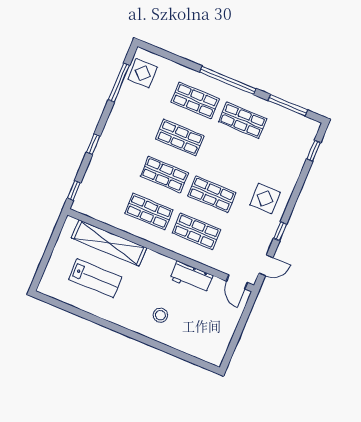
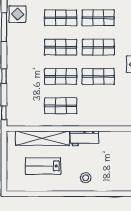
shop shelf: (196, 231) -> (98, 47), moved
workbench: (191, 277) -> (85, 138), moved
lab bench: (95, 278) -> (43, 166), turned 180
stool: (160, 315) -> (86, 178), moved

